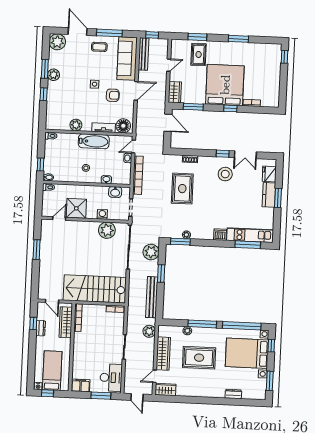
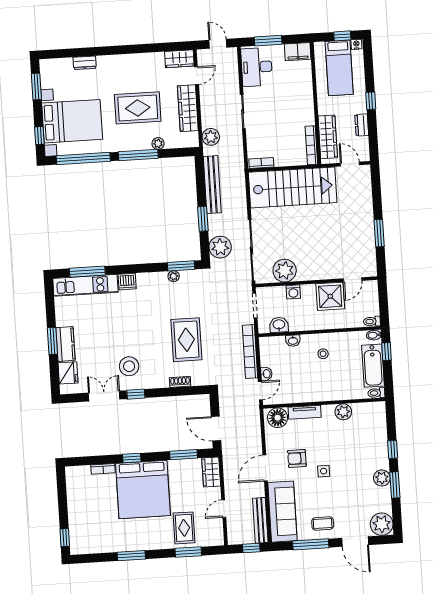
bathtub: (94, 141) -> (373, 366), moved, turned -90
window: (33, 323) -> (371, 101), moved

